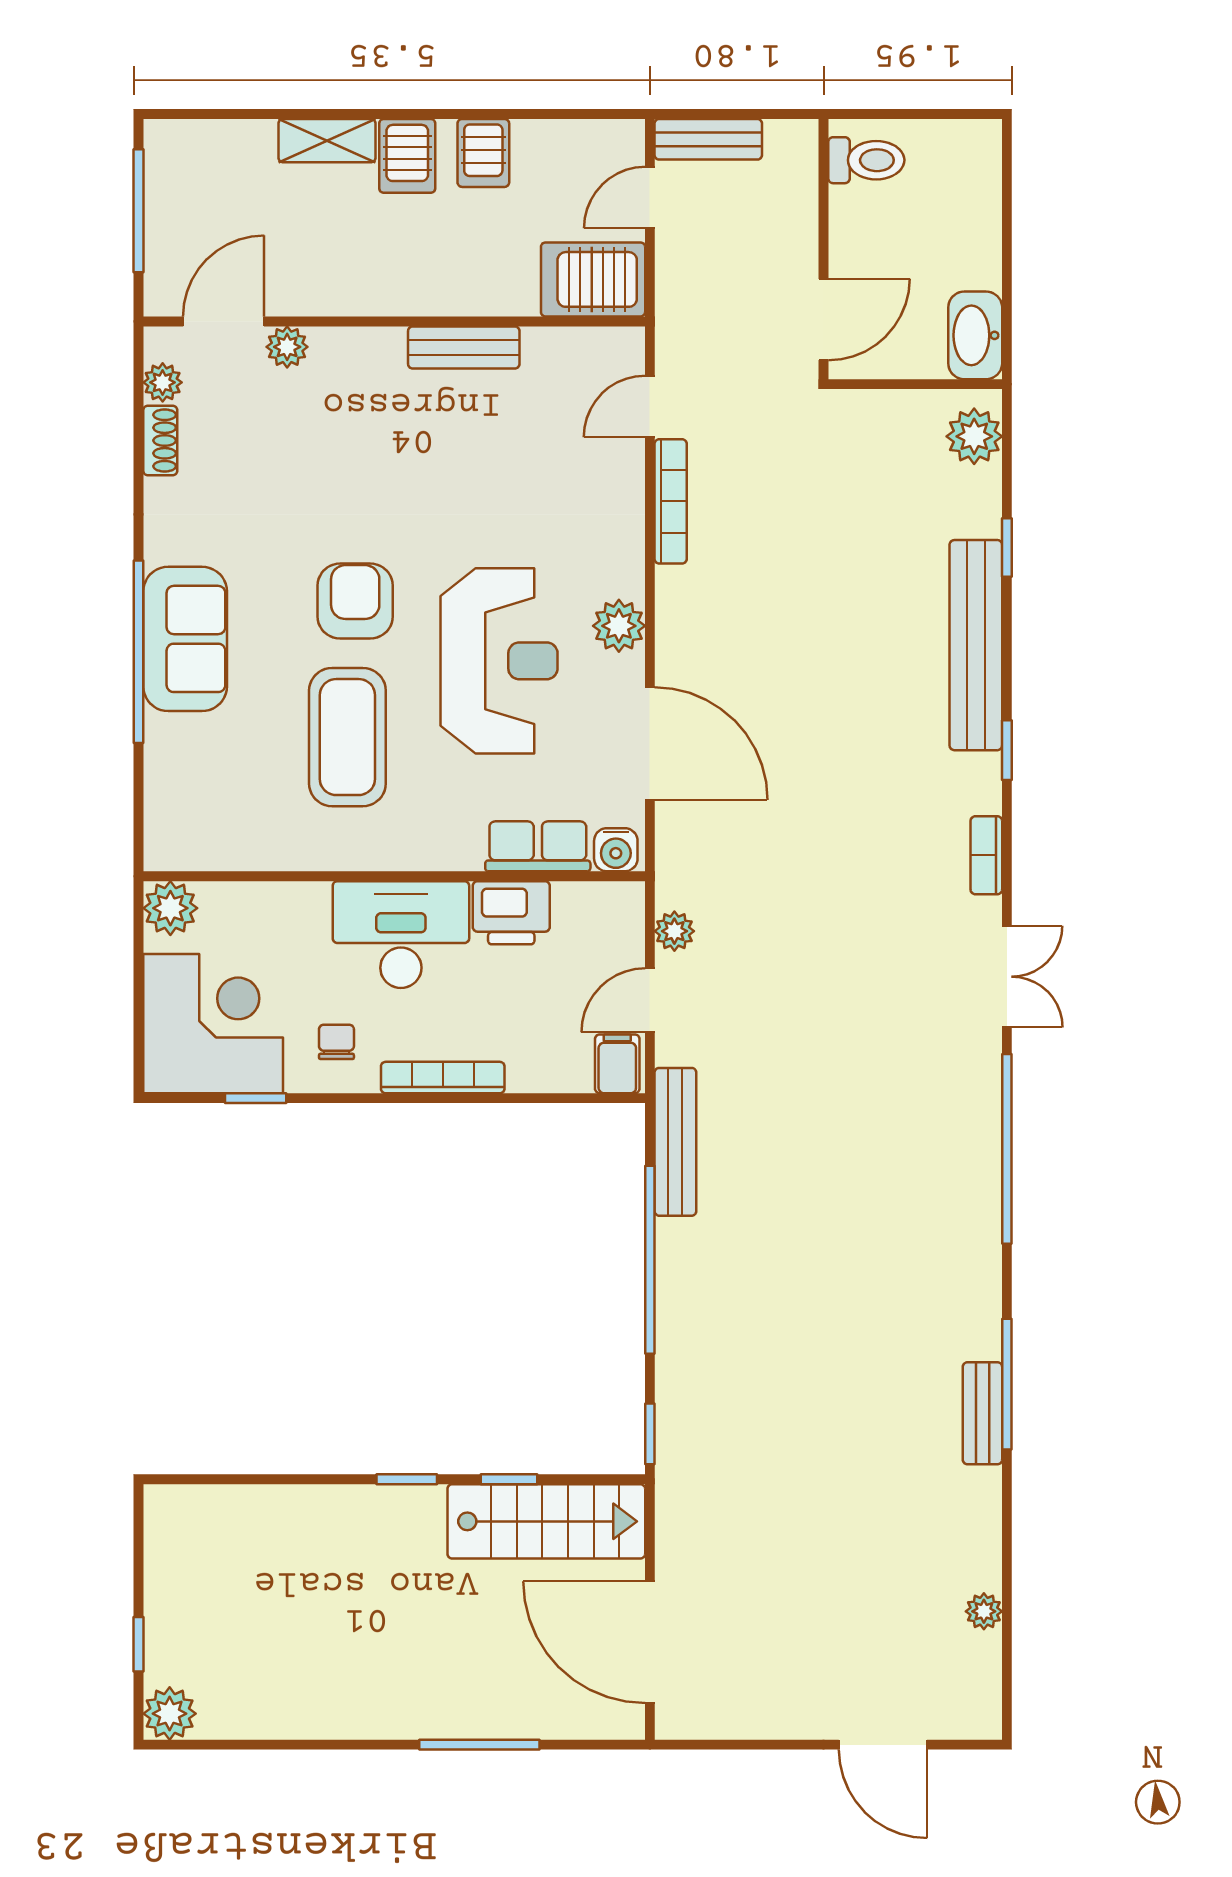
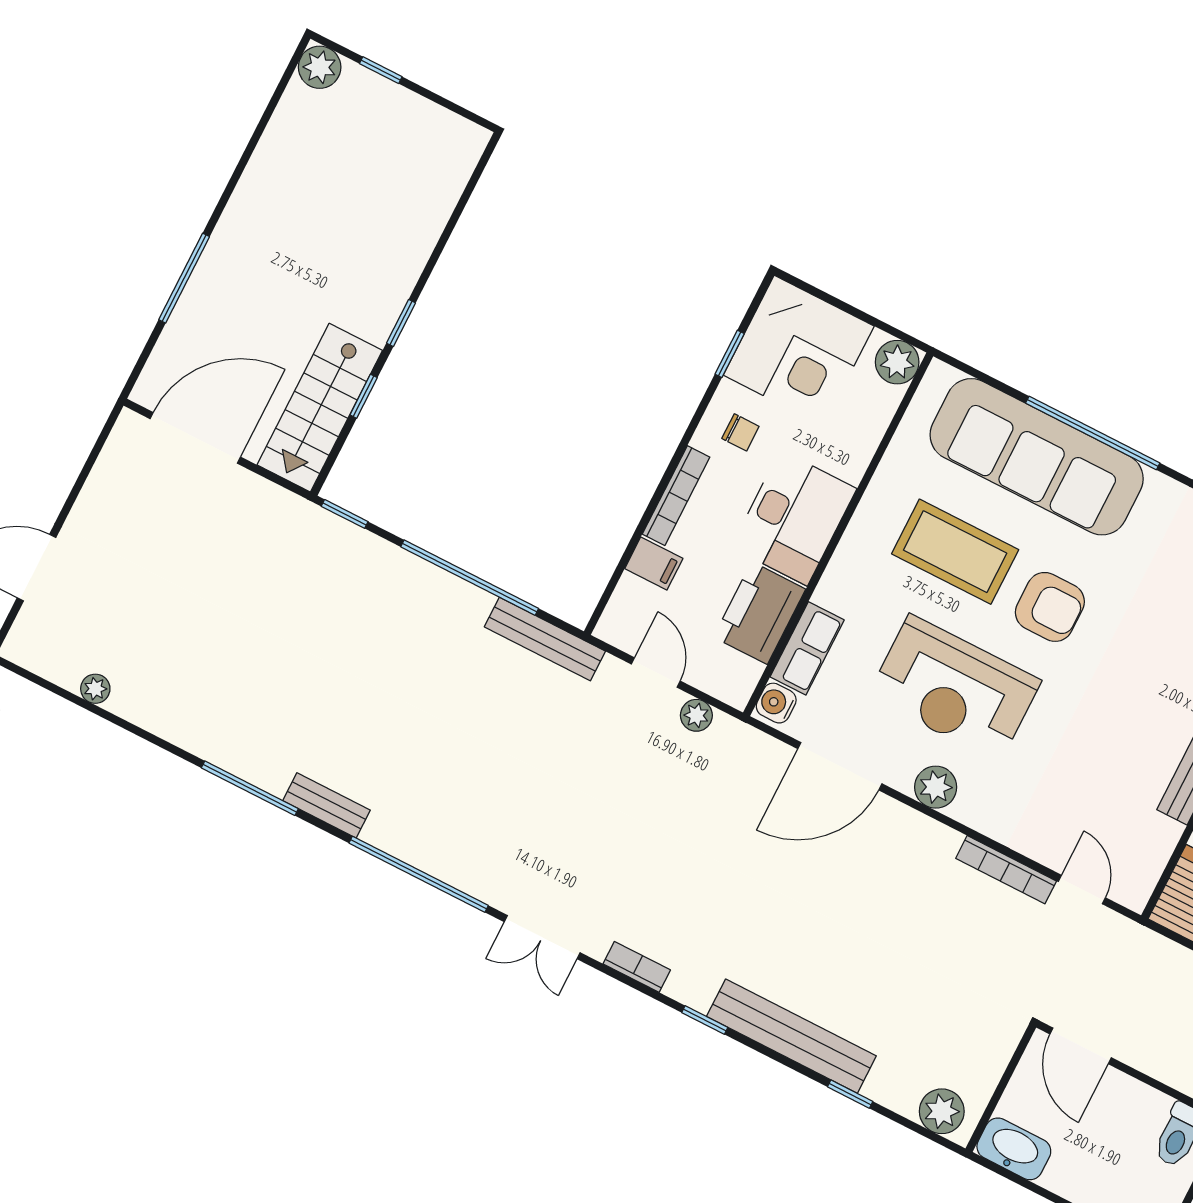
sofa: (185, 639) -> (1037, 457), width x1.85, depth x1.27
printer: (511, 913) -> (760, 613), width x1.37, depth x1.19
filing cabinet: (617, 1064) -> (654, 564), moved
bench: (982, 1413) -> (327, 805), moved

